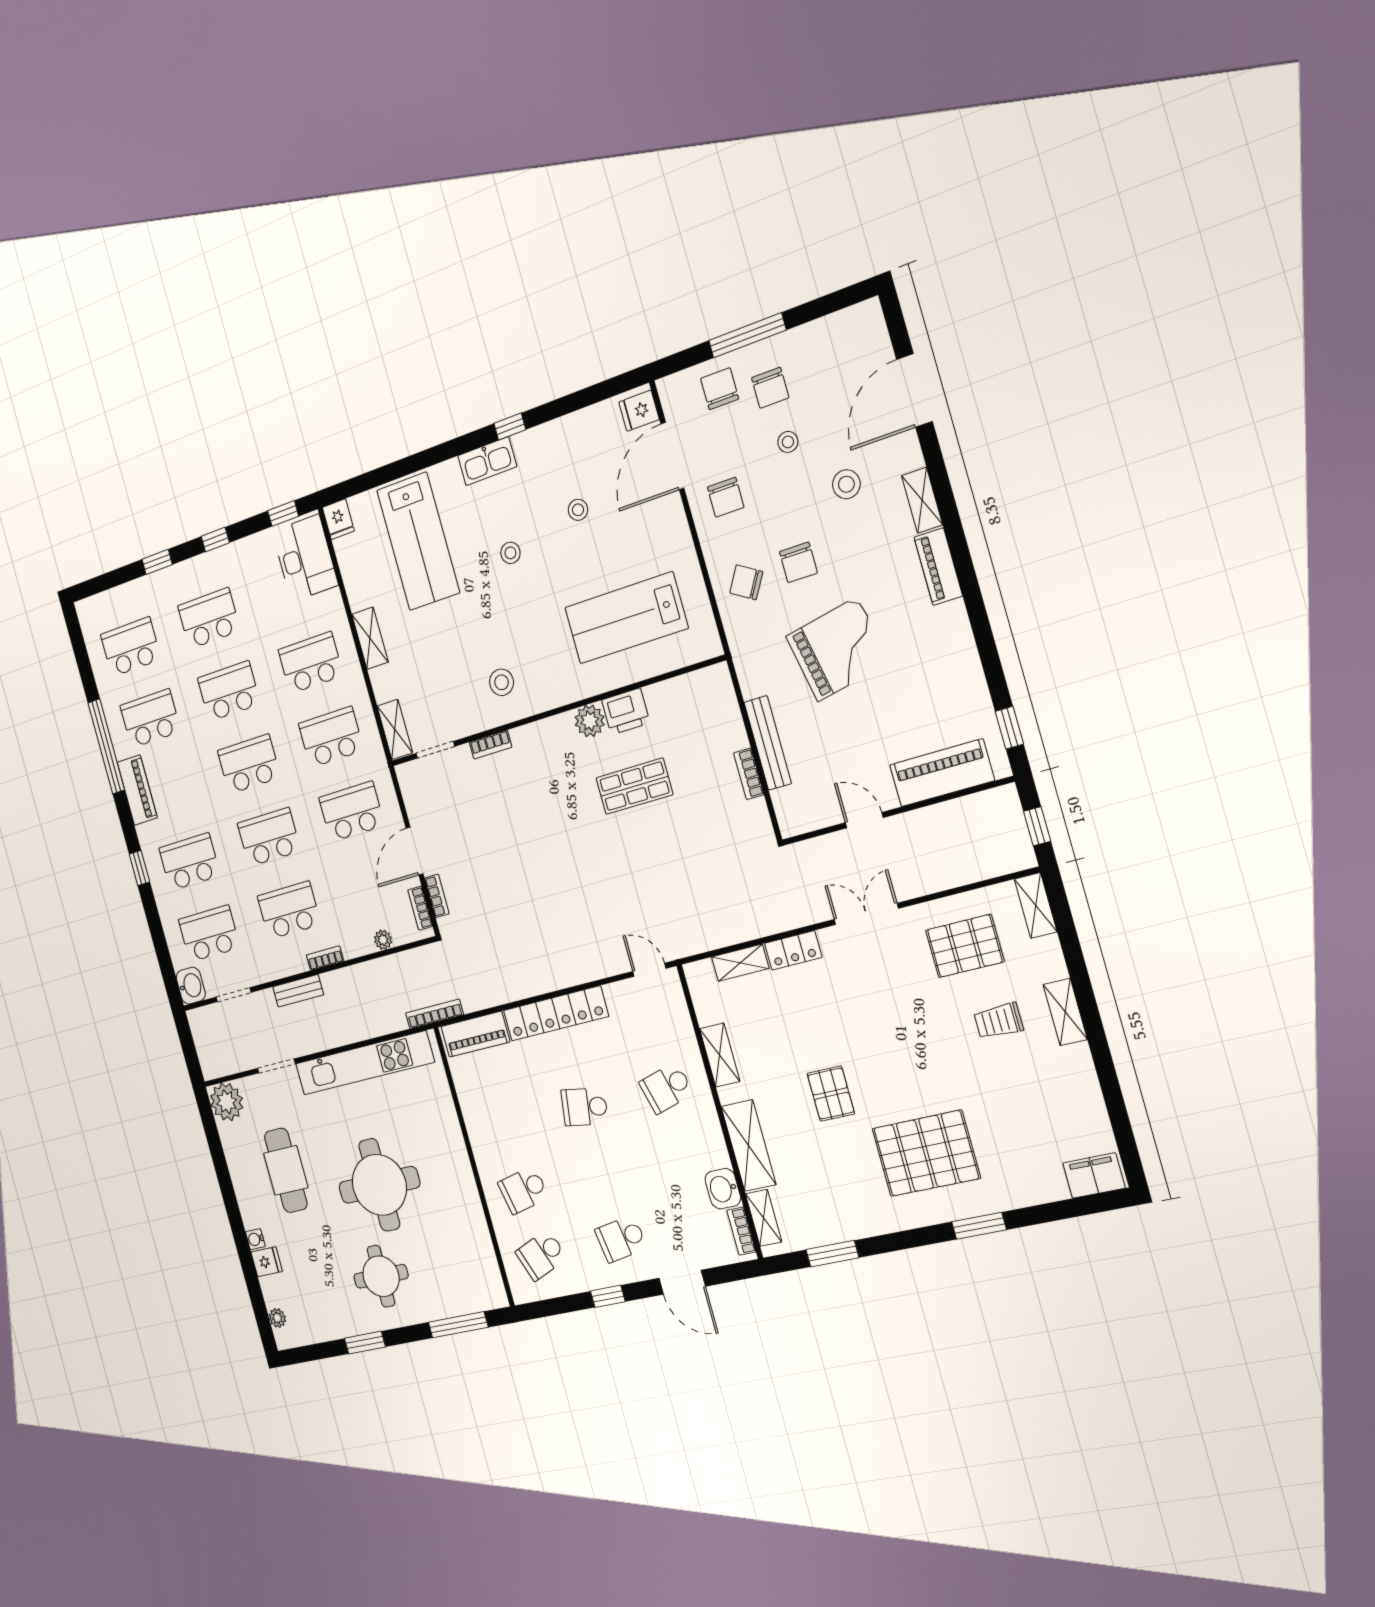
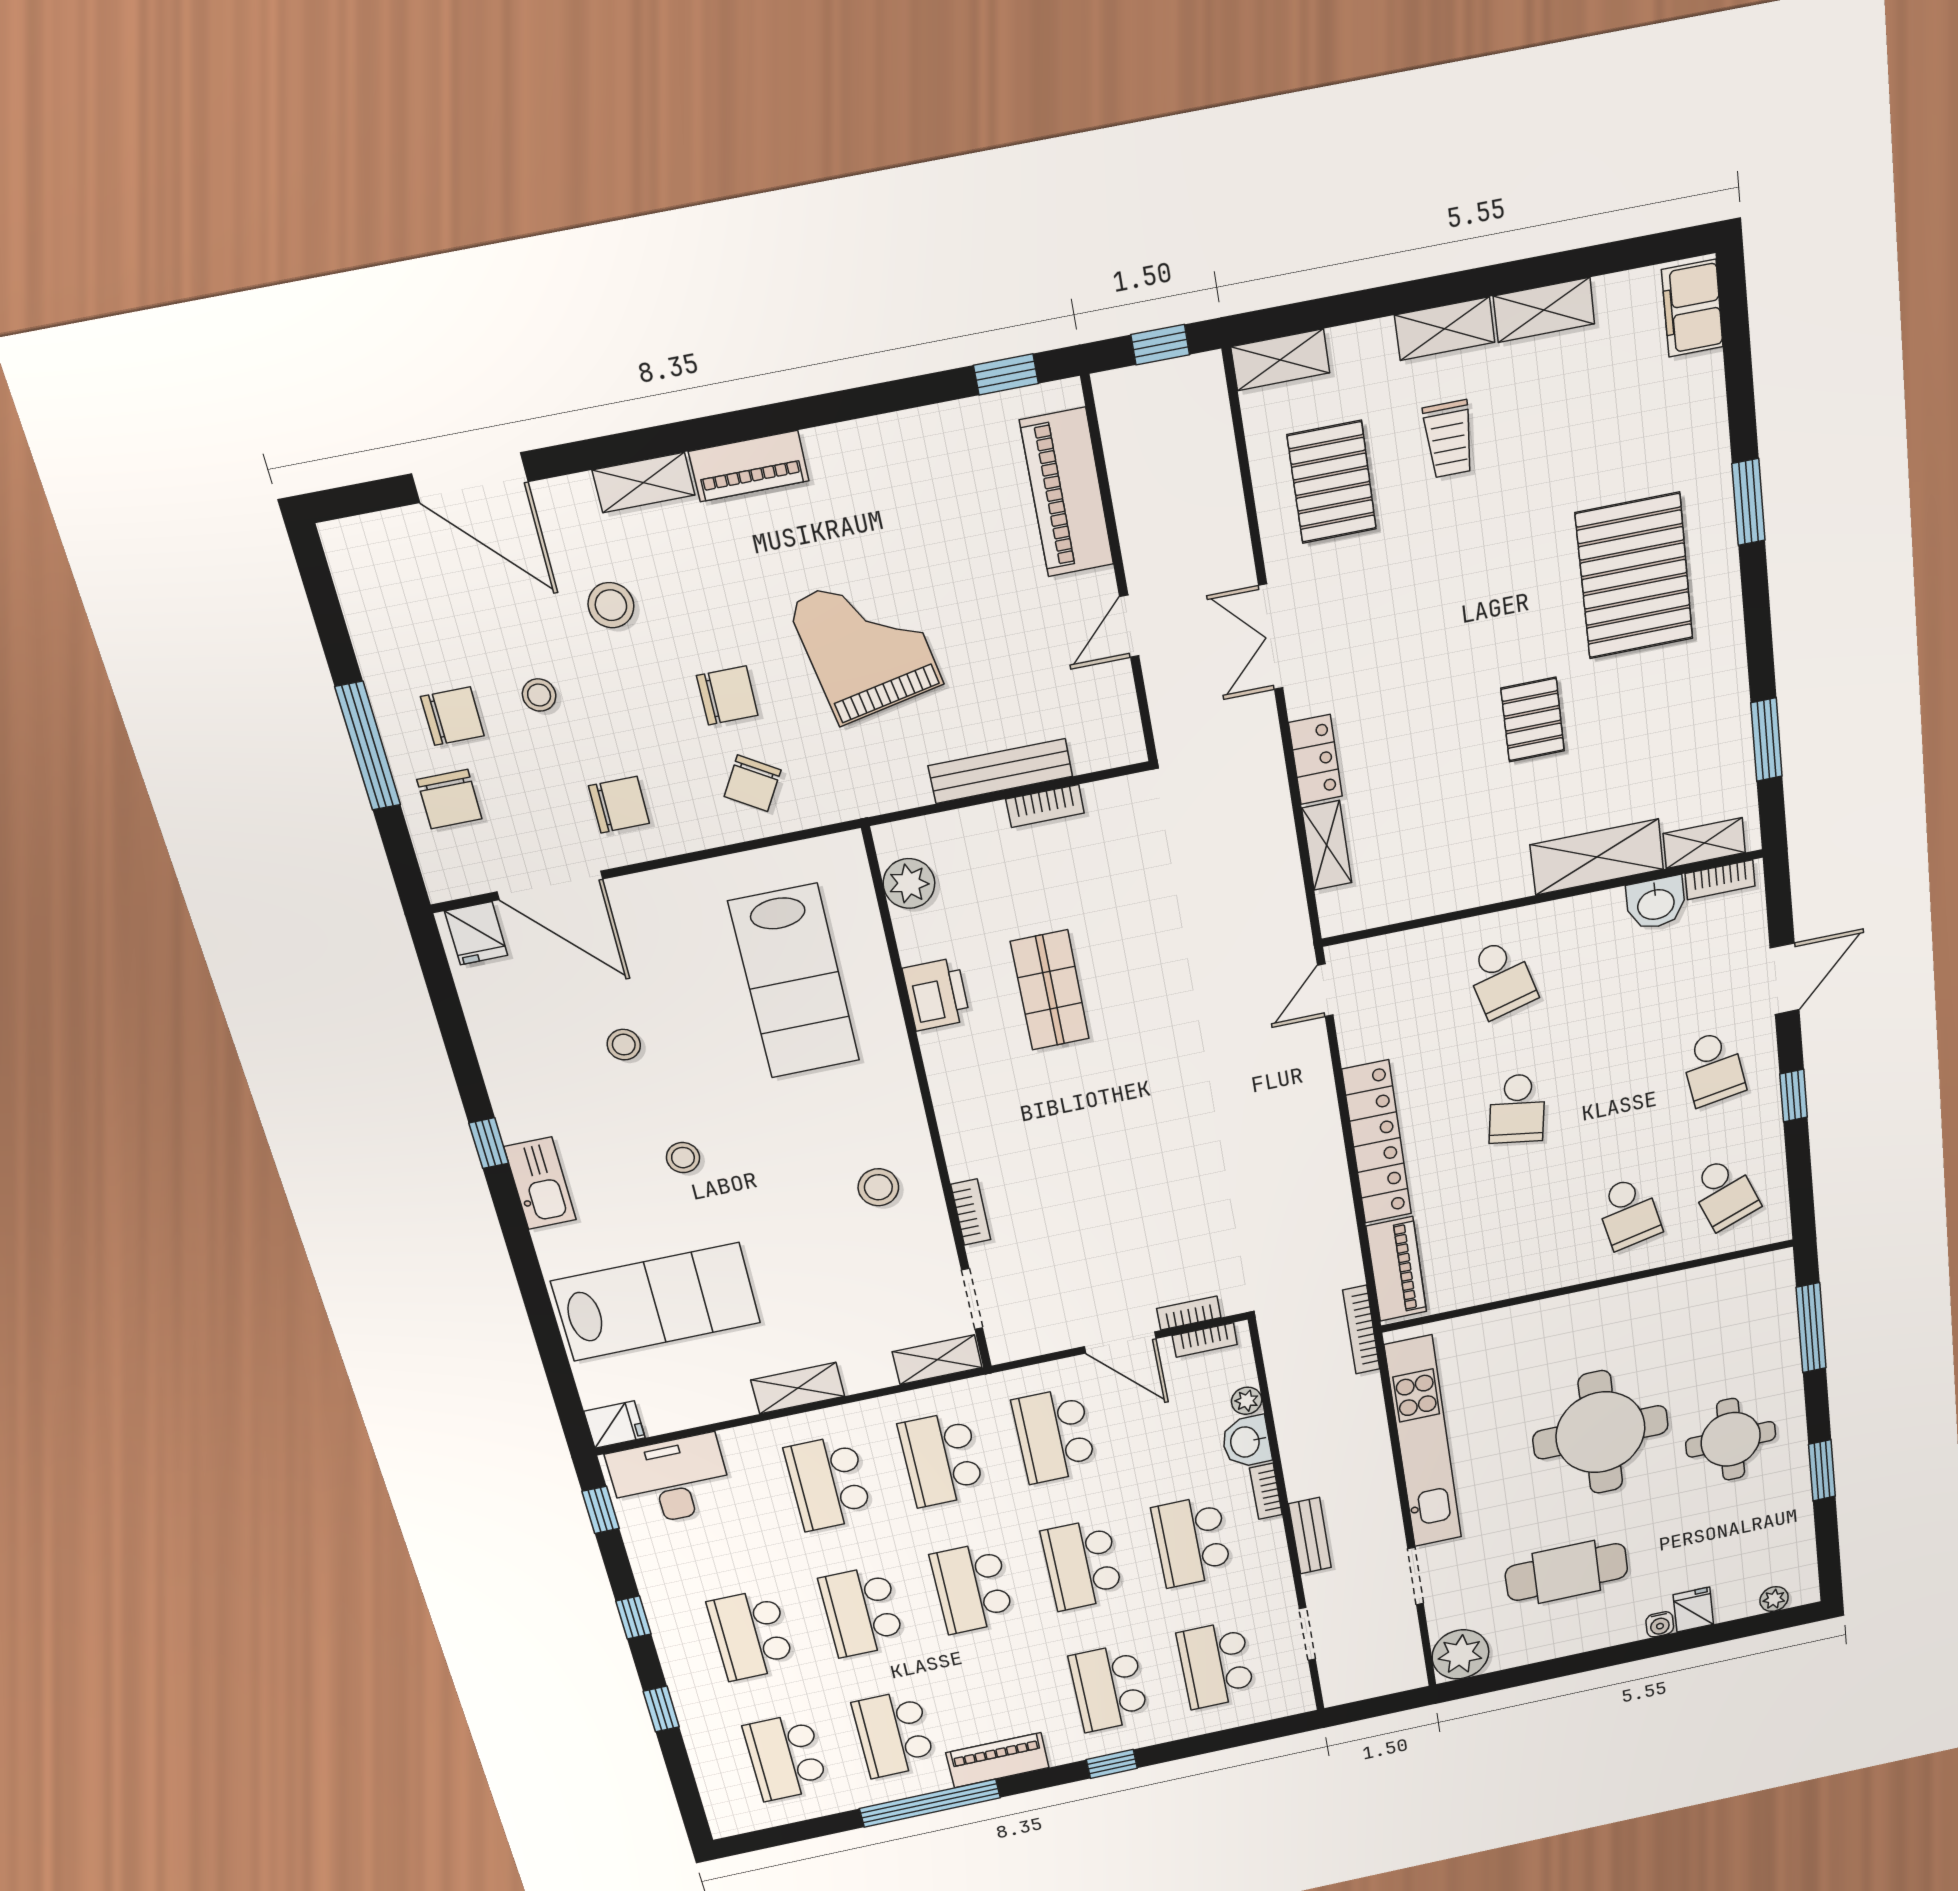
chair: (720, 389) -> (449, 799), turned -90
plant: (590, 721) -> (909, 883), moved
washbasin: (191, 986) -> (1246, 1442), moved, turned -90
shelving: (720, 1055) -> (1544, 310), moved
pallet: (831, 1094) -> (1533, 720), turned 90

